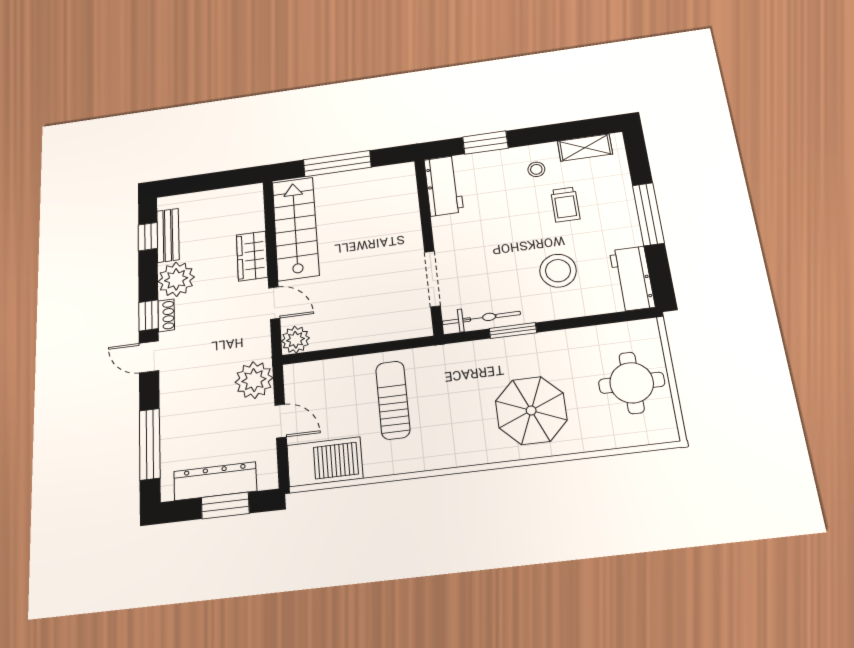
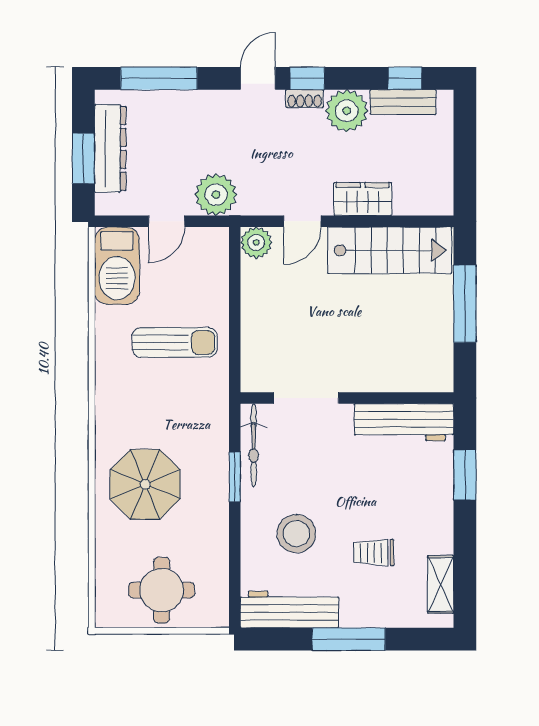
stool: (536, 169) -> (422, 527), removed
workbench: (444, 186) -> (404, 422), width x1.37
workbench: (632, 279) -> (289, 610), width x1.37

